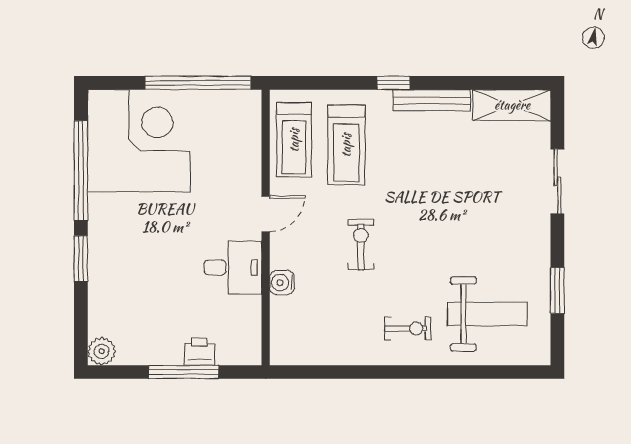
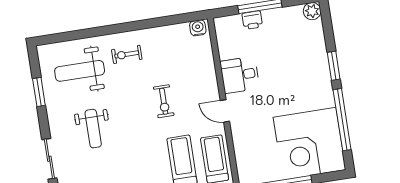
door: (266, 214) -> (225, 111), hinge flipped
weight bench: (480, 219) -> (93, 129), added
water cooler: (282, 283) -> (198, 28), moved, turned -90

